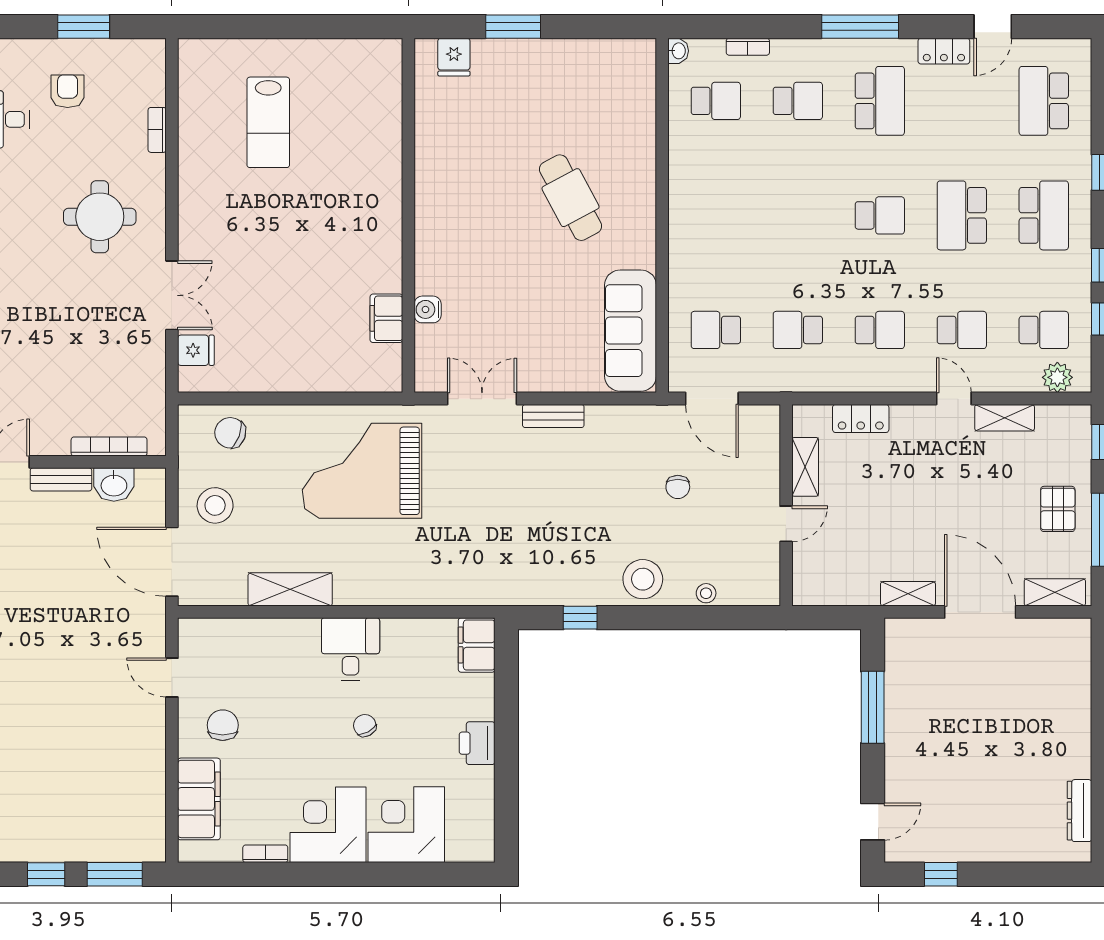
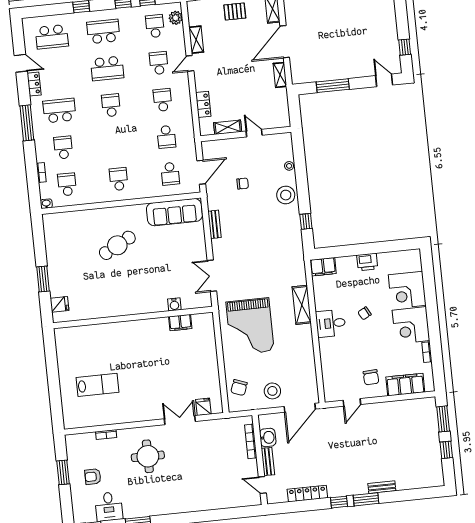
school desk: (716, 215) -> (119, 179), added
bench: (553, 416) -> (215, 224), moved
shelving: (290, 589) -> (302, 305), moved
chair: (223, 725) -> (371, 377), turned -93

